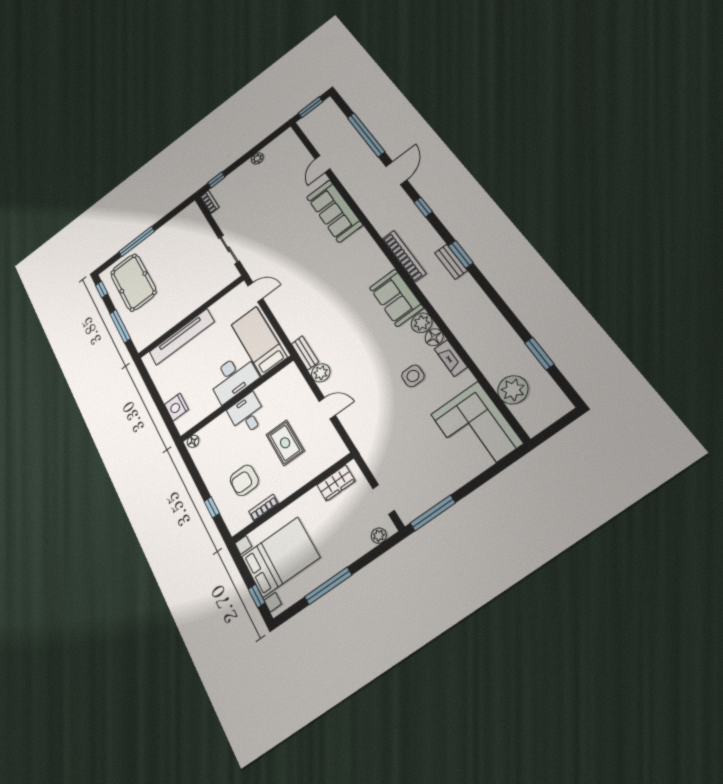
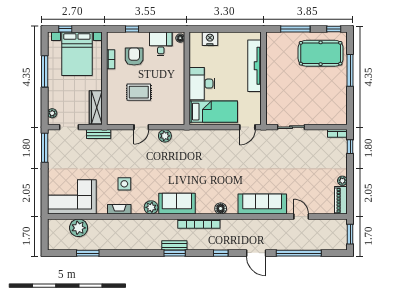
piano: (279, 143) -> (341, 200), added
floor lamp: (434, 337) -> (221, 208), moved
bench: (305, 353) -> (99, 134), moved
desk: (247, 414) -> (161, 44), moved, turned -90
wardrobe: (336, 483) -> (96, 107), width x1.50

